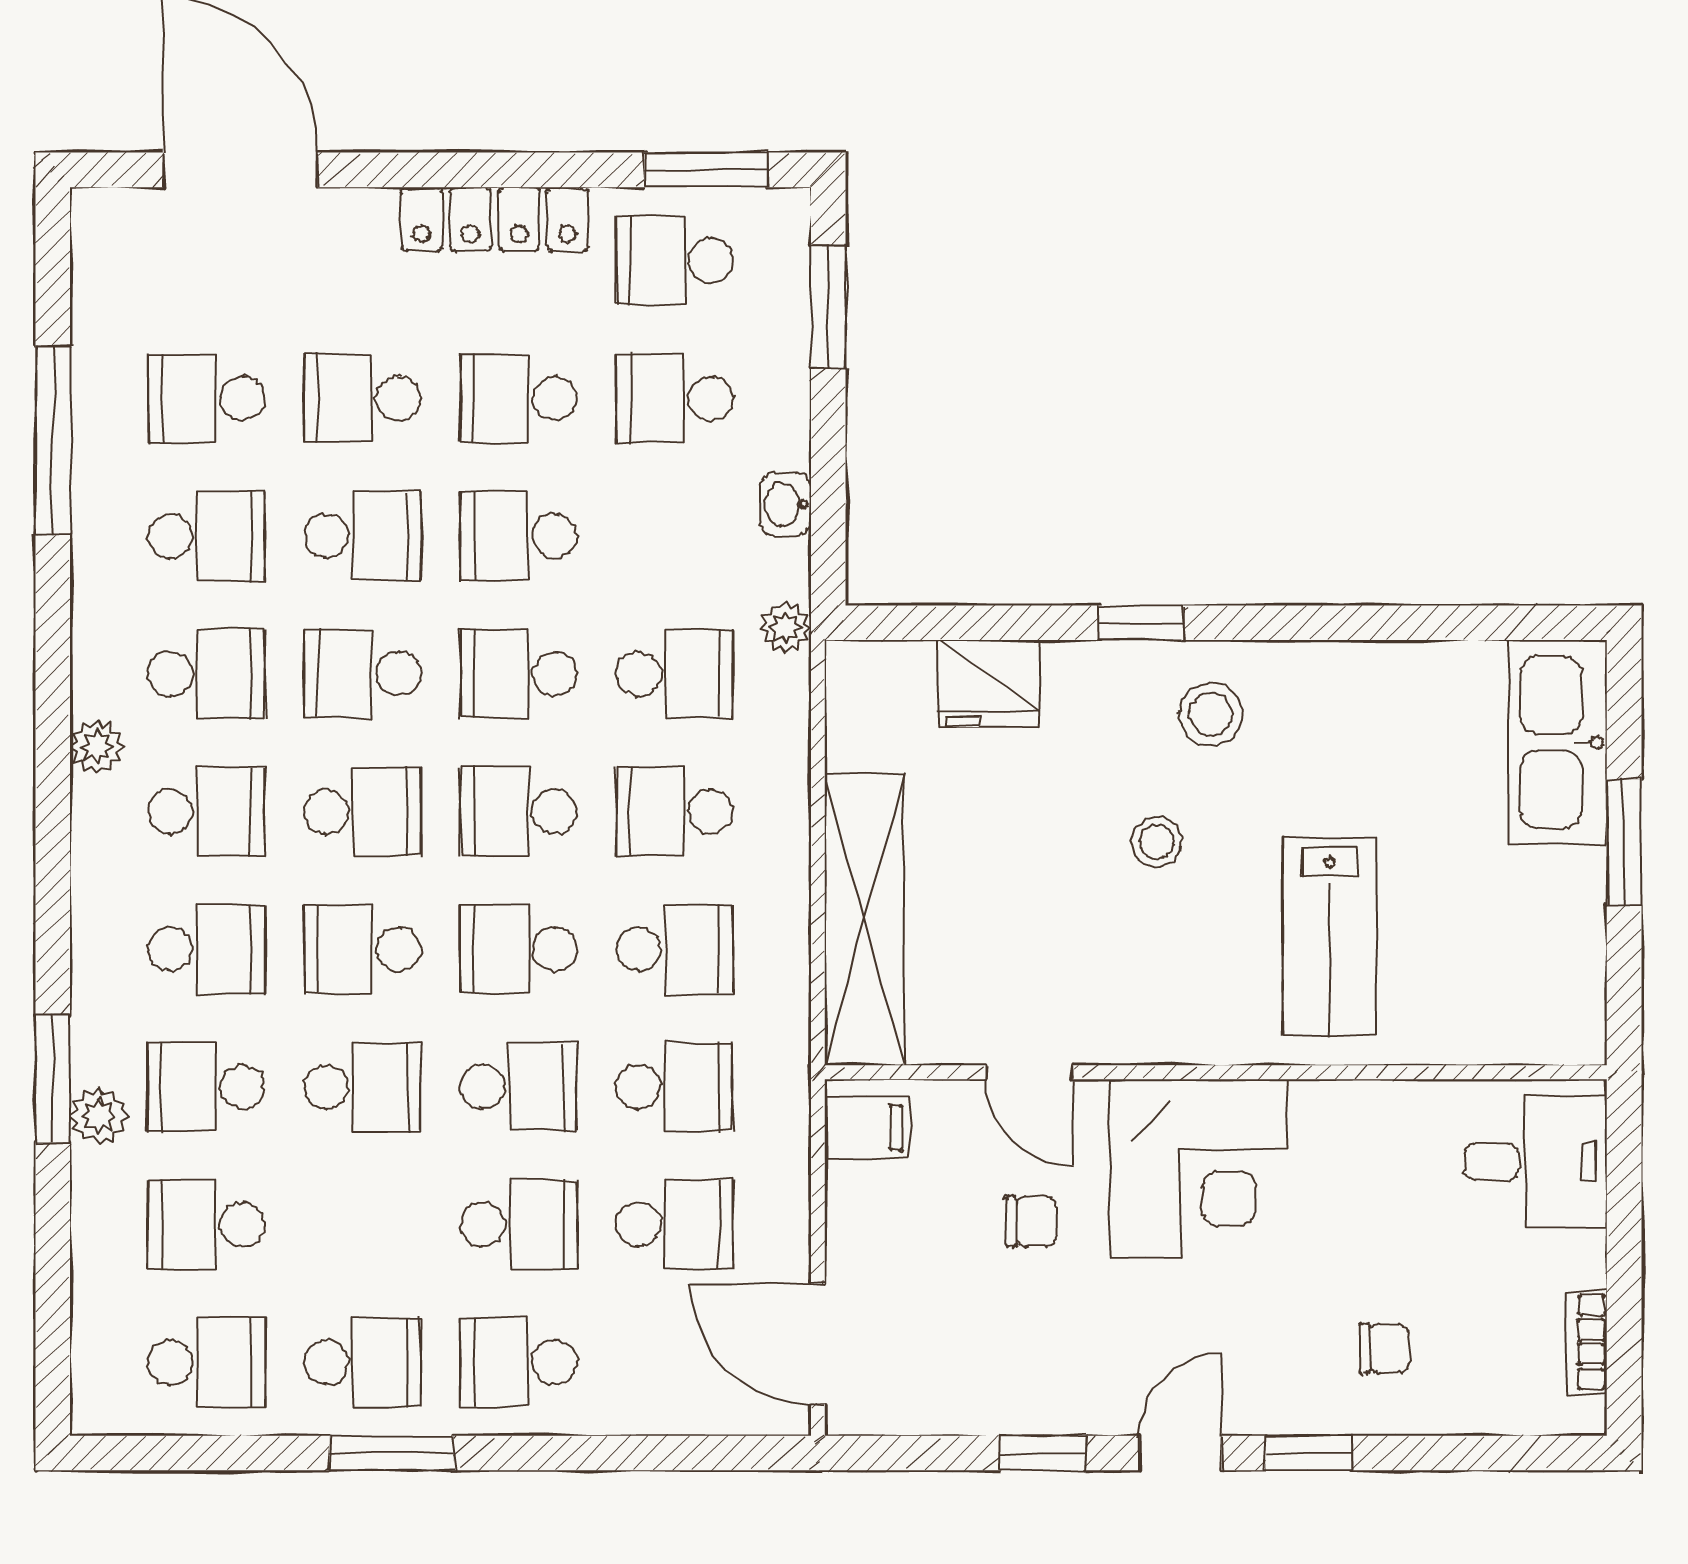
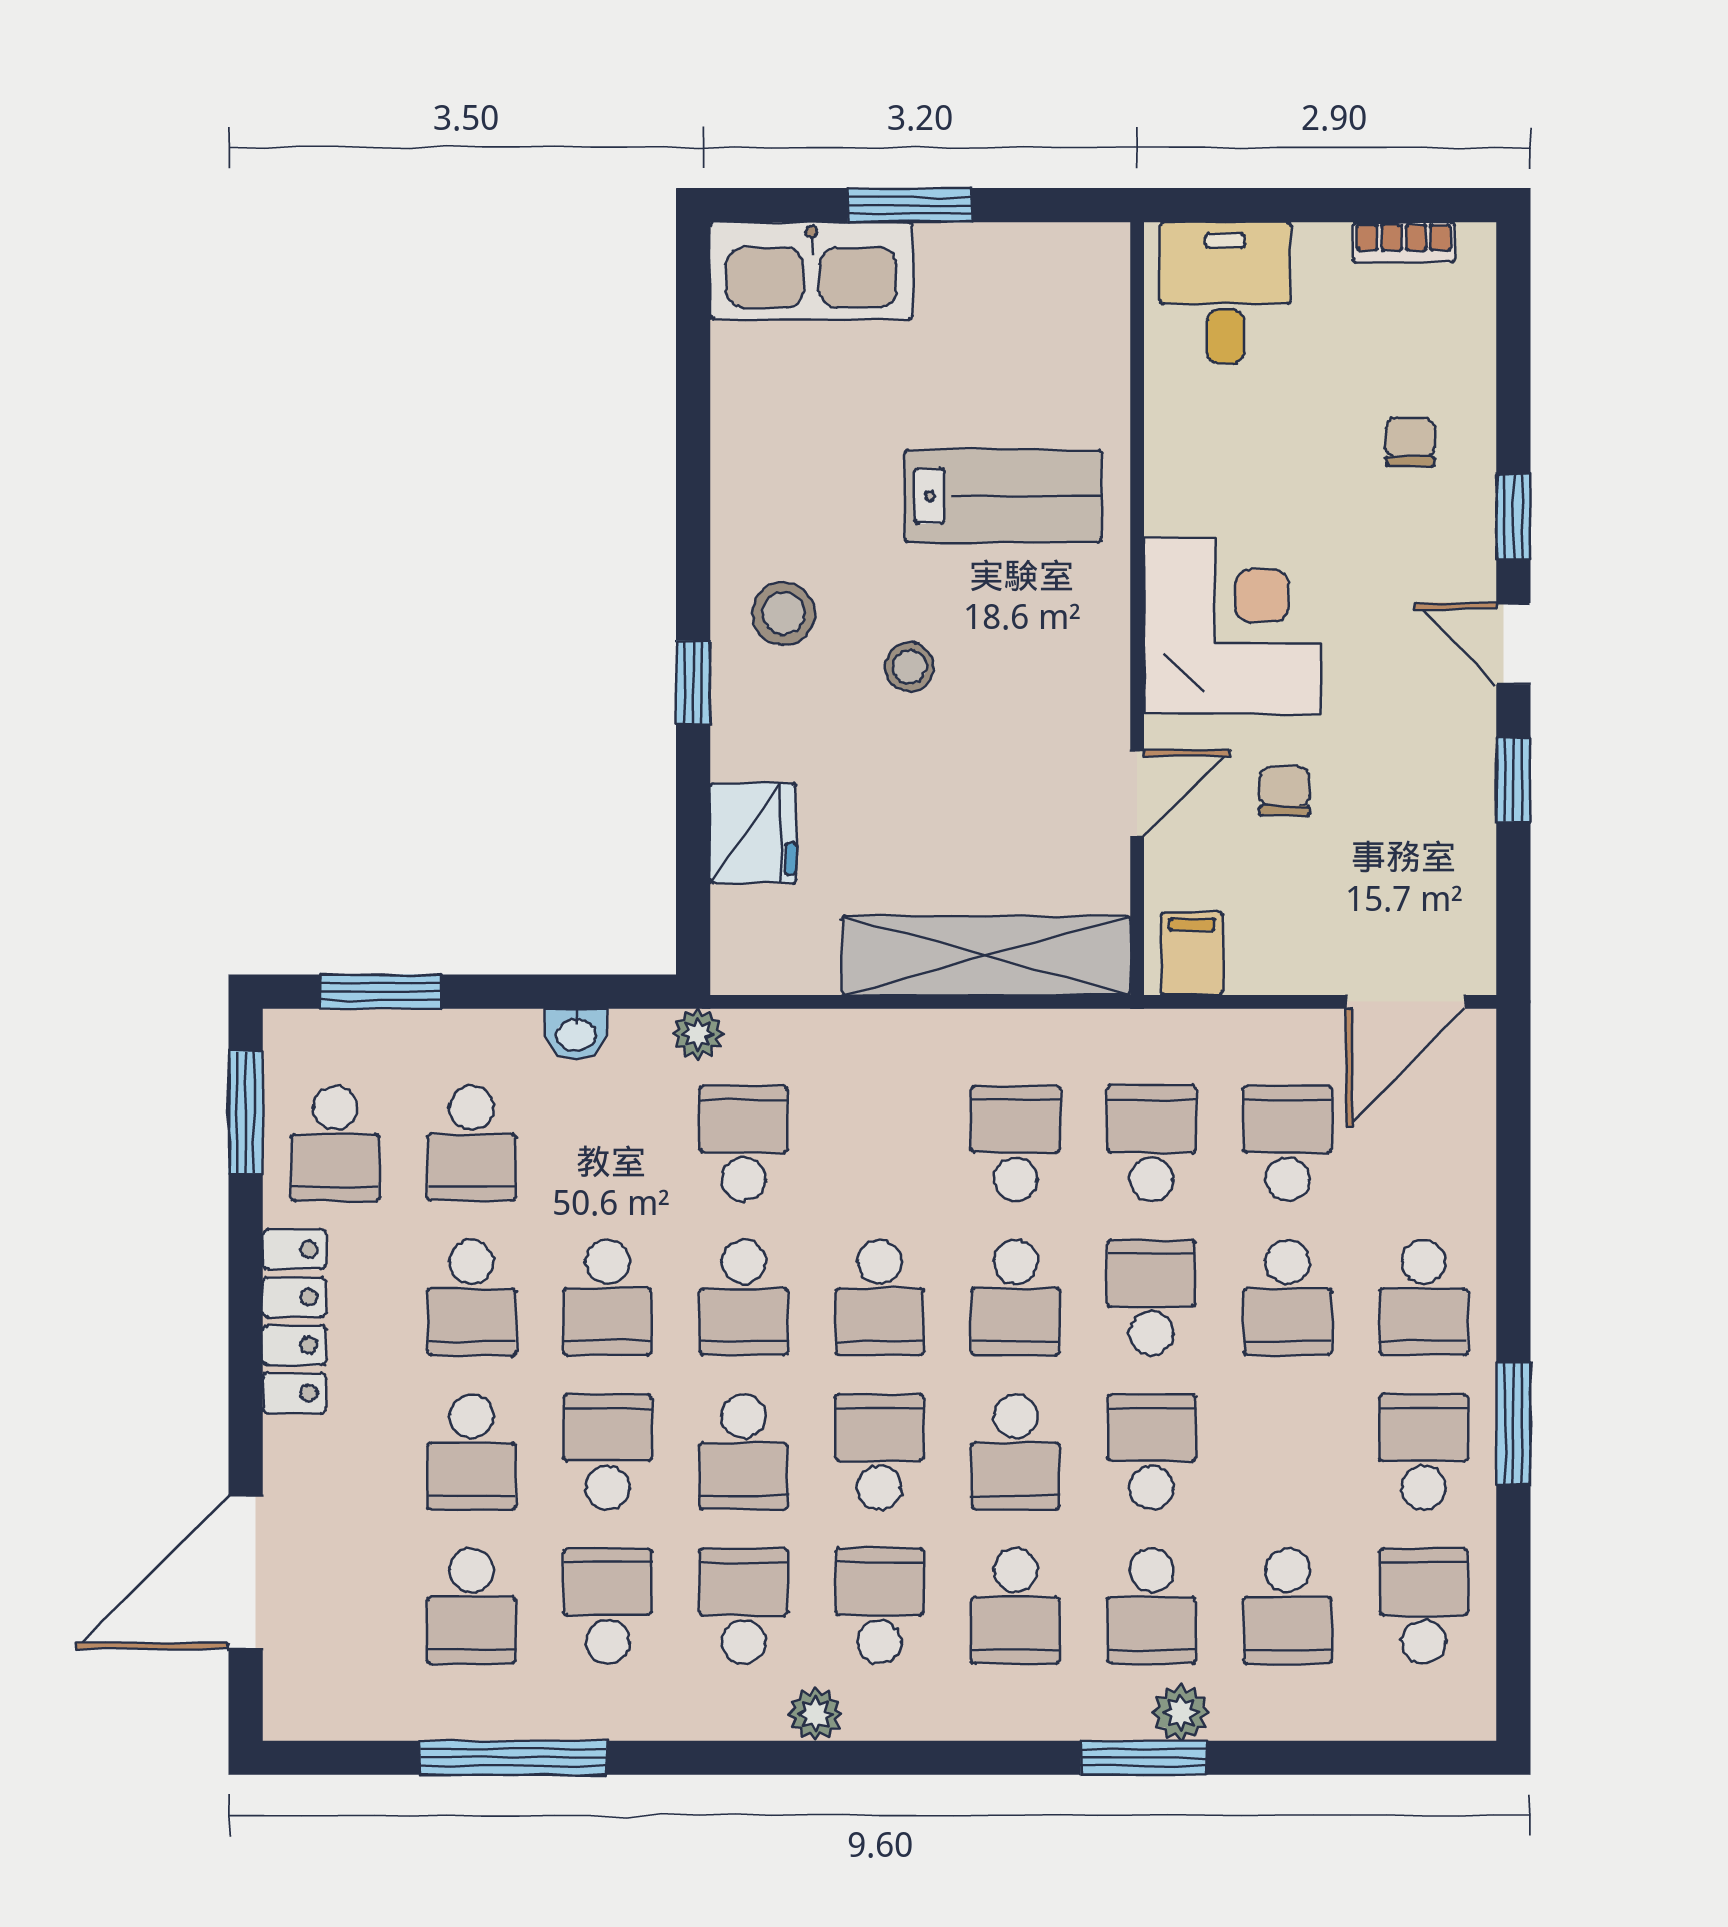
school desk: (675, 811) -> (880, 1143), removed
school desk: (206, 949) -> (1016, 1606), turned 180
school desk: (519, 1225) -> (1288, 1298), turned 180

